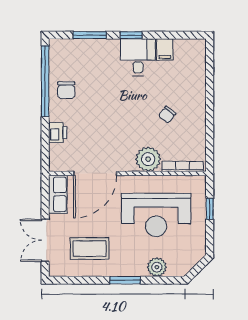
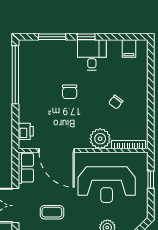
filing cabinet: (165, 49) -> (129, 48), moved
chair: (66, 90) -> (70, 92), moved
printer: (58, 133) -> (26, 131), moved
door: (95, 173) -> (57, 150), hinge flipped
coffee table: (90, 249) -> (52, 212), width x0.73, depth x0.77

